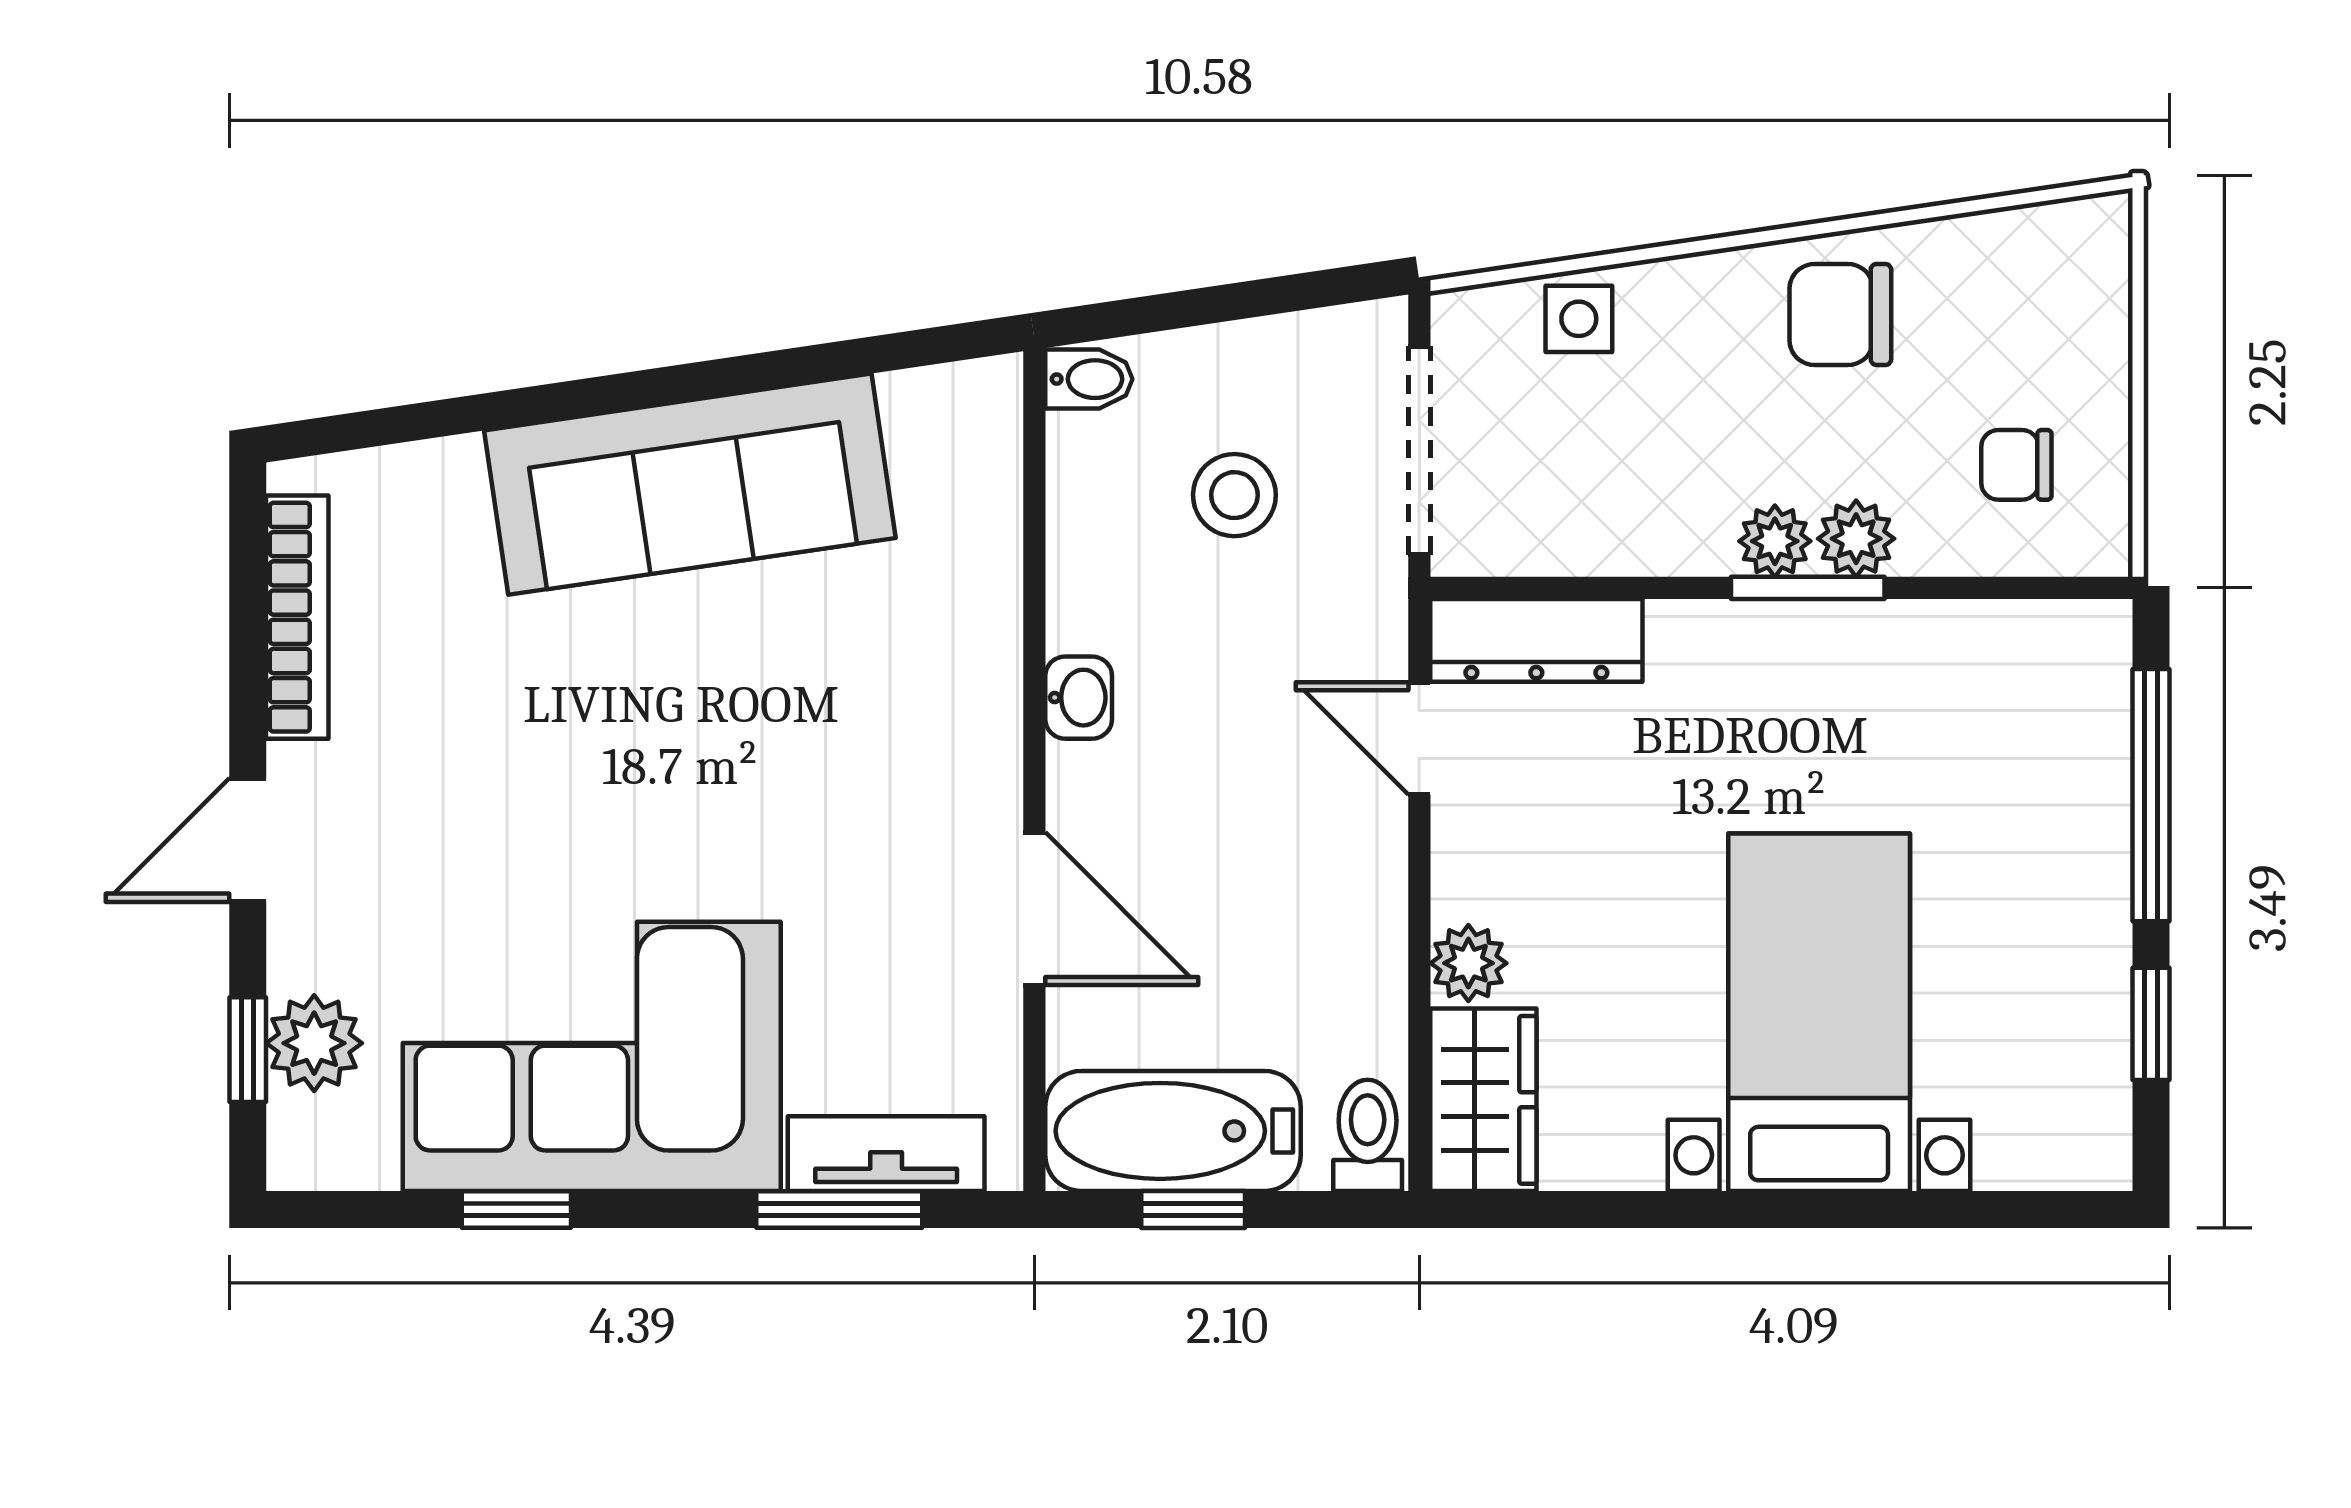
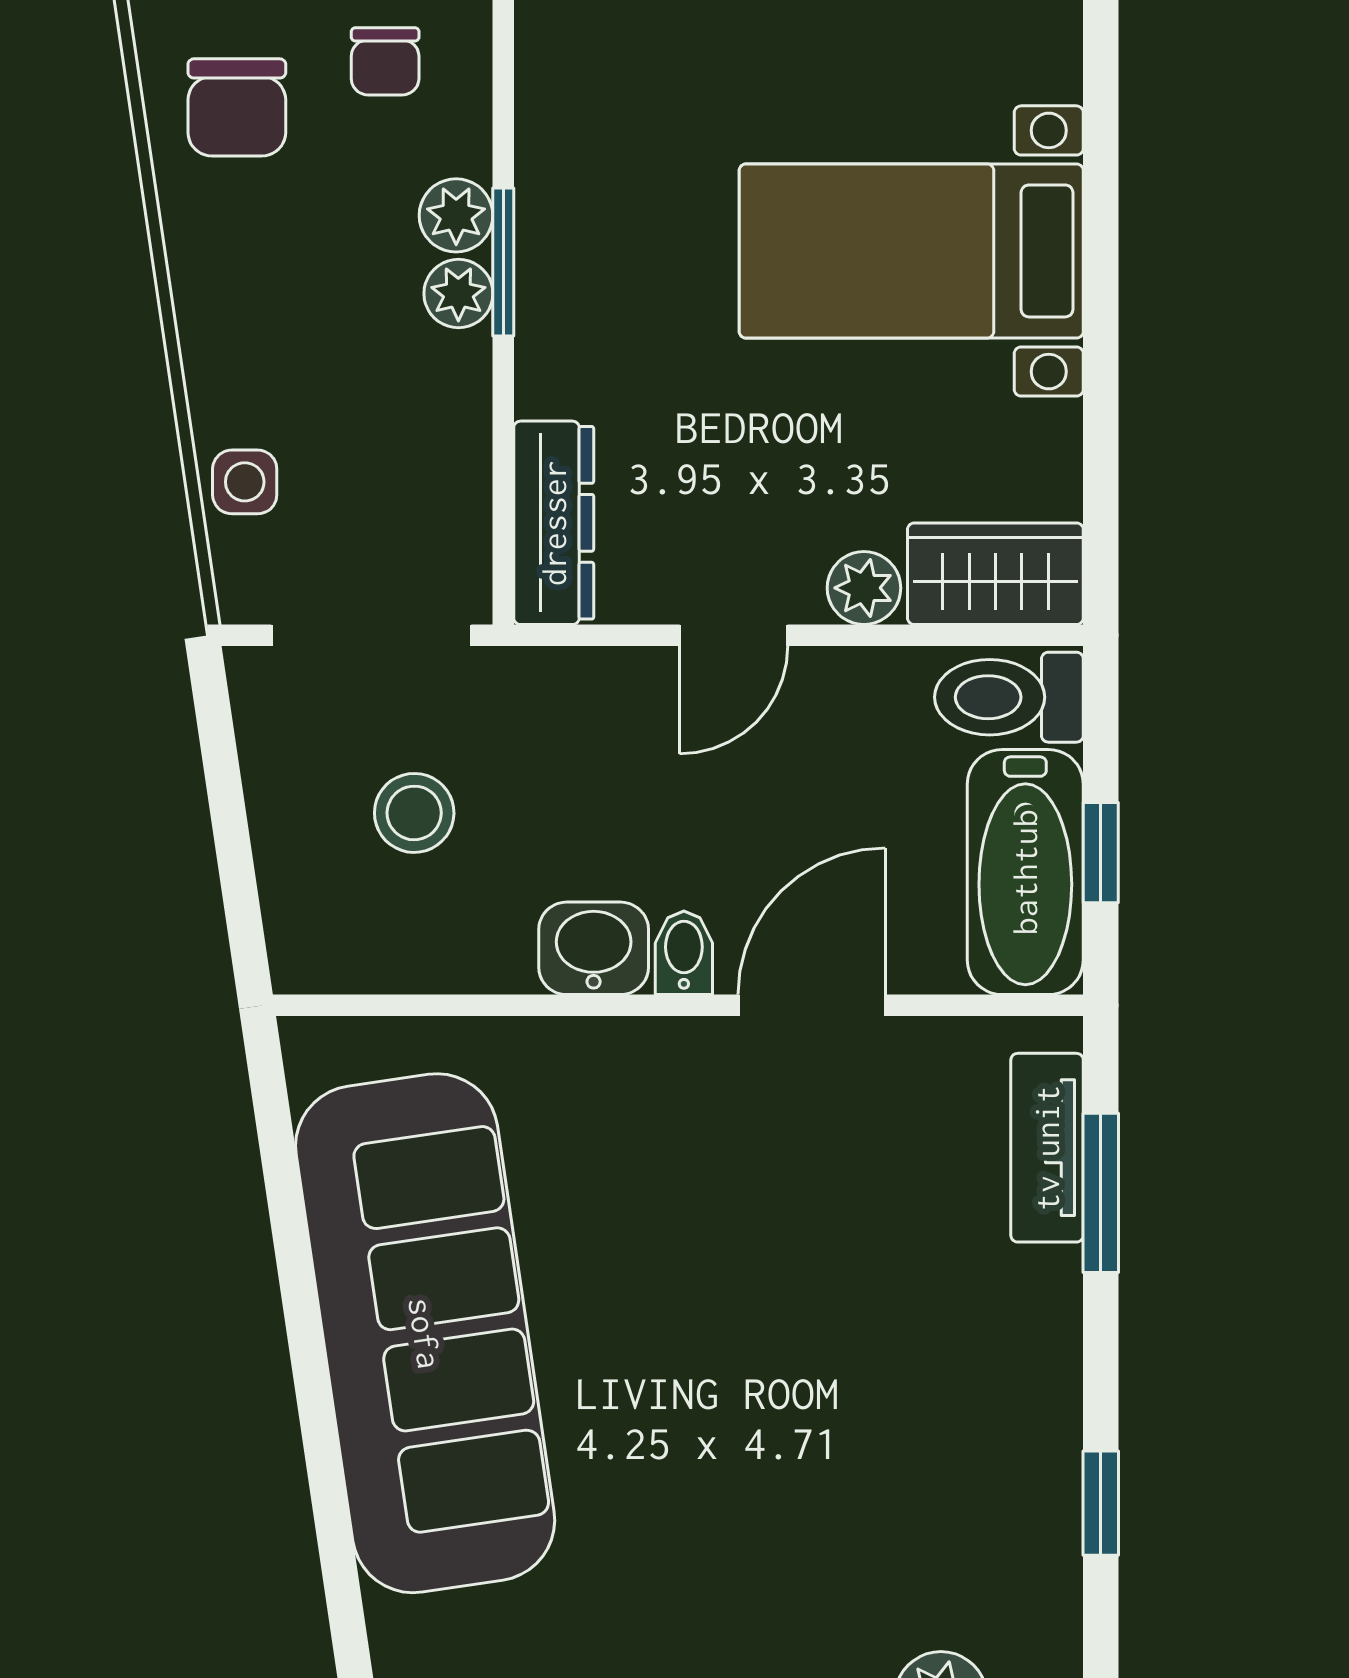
chair: (1840, 314) -> (237, 107), moved
bidet: (1089, 379) -> (684, 953), moved
sofa: (690, 484) -> (425, 1333), width x1.36, depth x1.27
washbasin: (1079, 698) -> (594, 948), width x1.38, depth x1.45
door: (1419, 738) -> (734, 635), moved
corner sofa: (592, 1056) -> (954, 1431), removed
toilet: (1368, 1135) -> (1009, 697), width x1.37, depth x1.39

